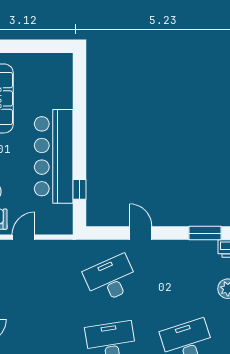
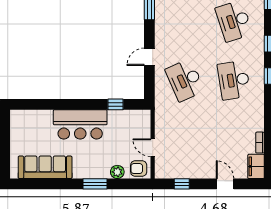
bar counter: (54, 156) -> (80, 124), width x0.73

